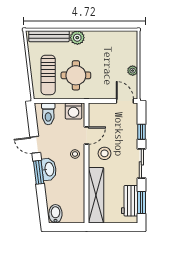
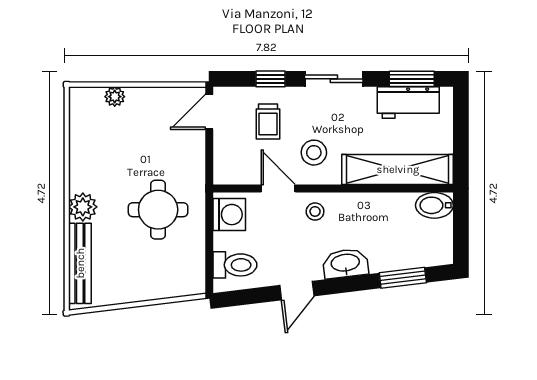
plant: (133, 71) -> (115, 97), moved
sun lounger: (48, 75) -> (157, 265), removed
trolley: (120, 130) -> (268, 122), added
window: (39, 172) -> (403, 278), moved
bidet: (55, 214) -> (434, 205), moved

